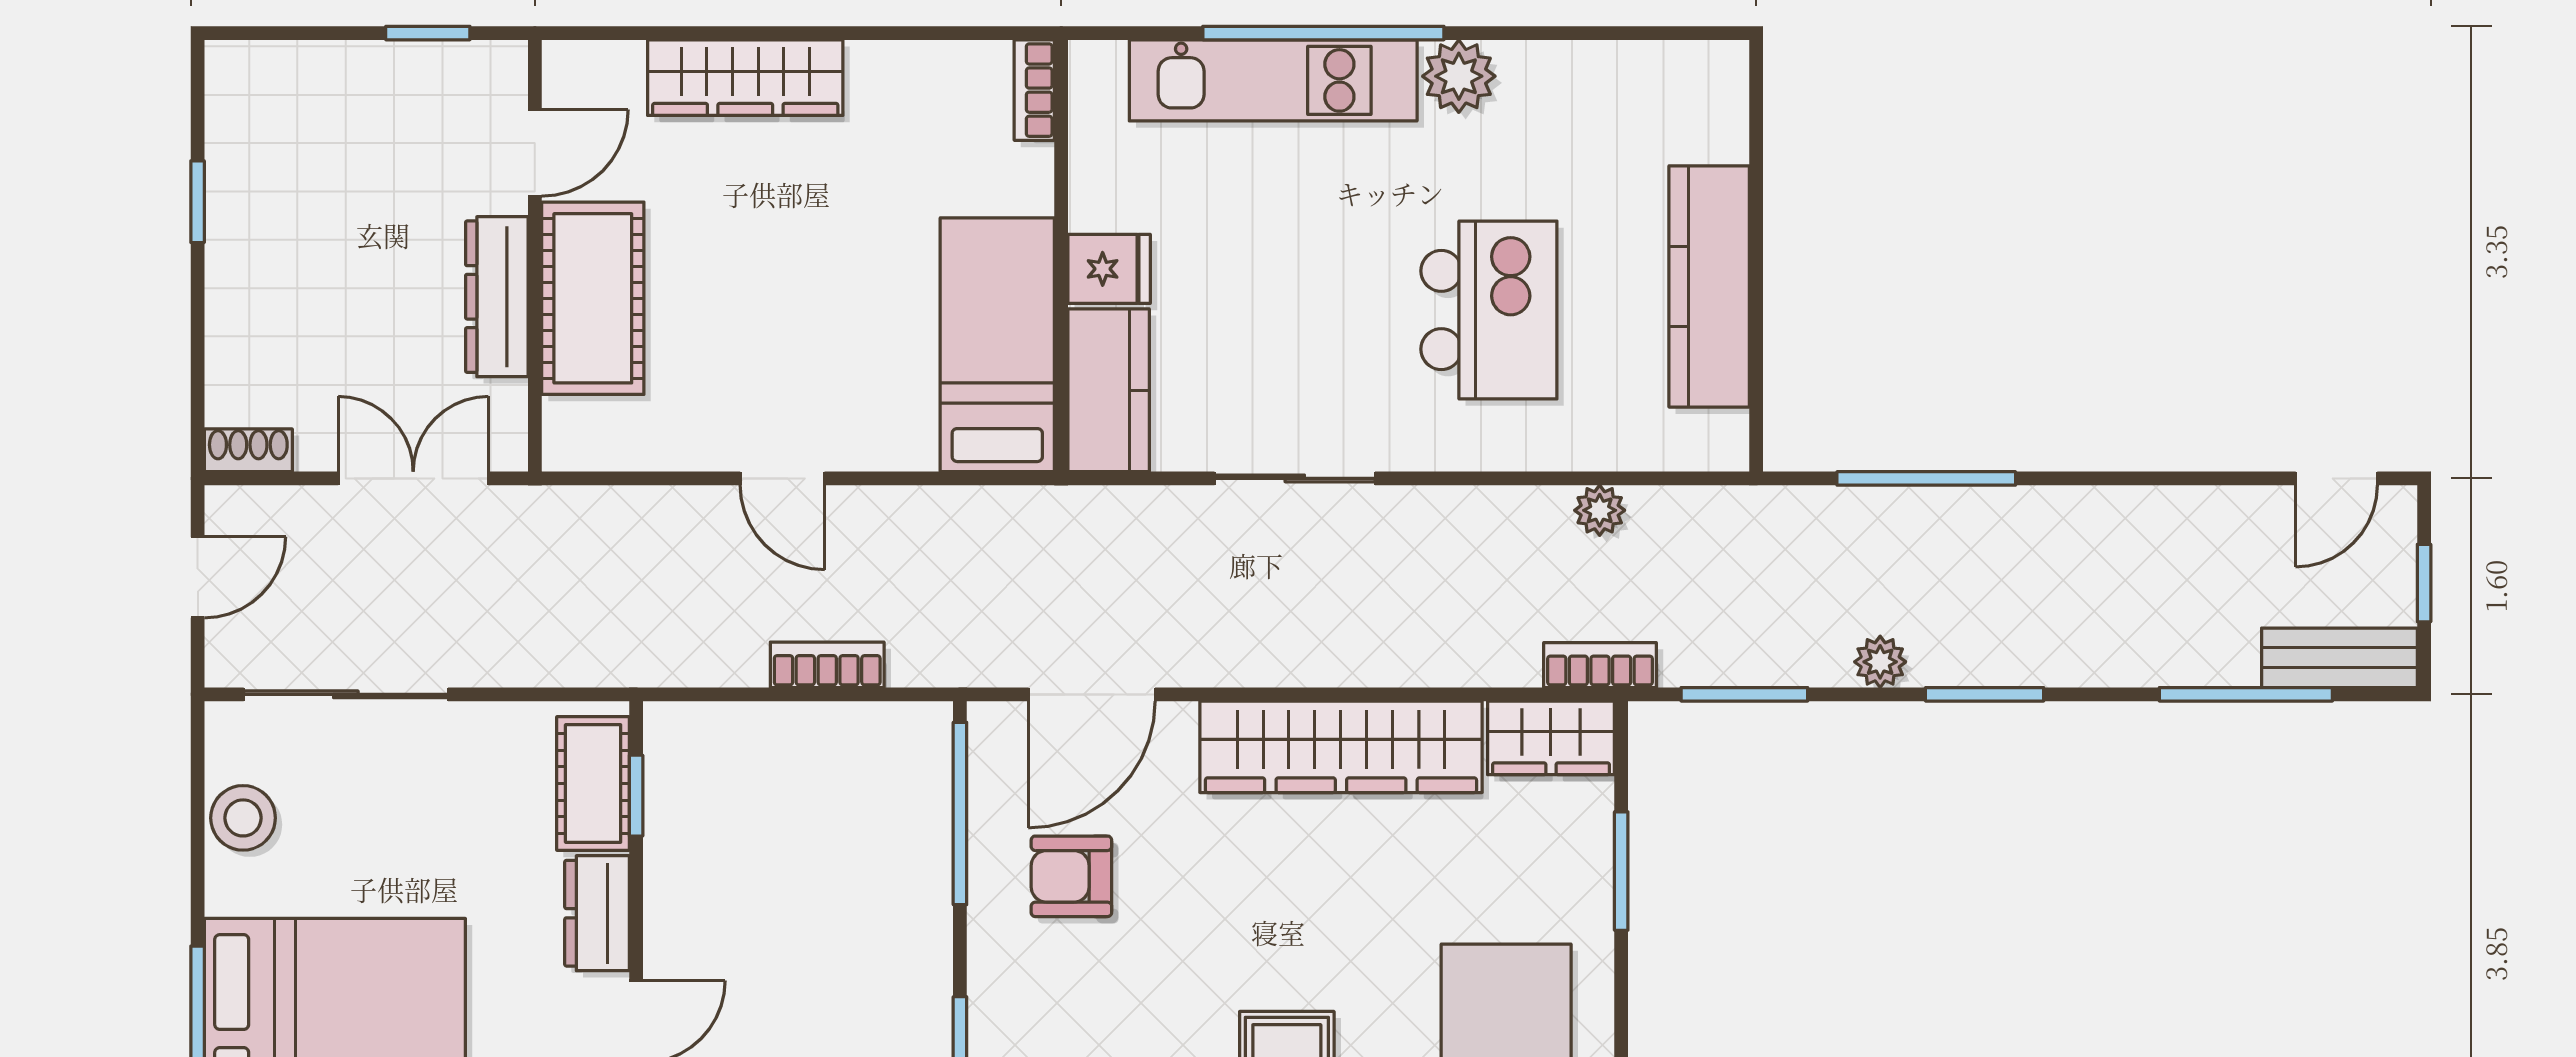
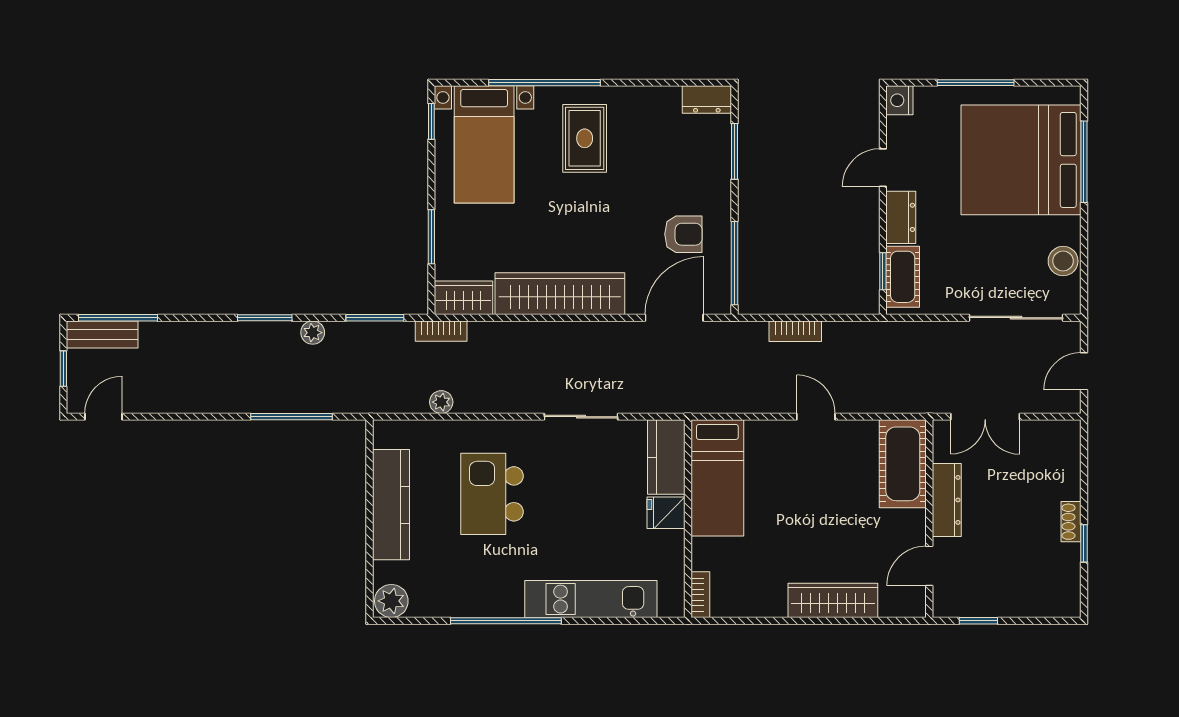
window: (1323, 33) -> (506, 621), moved
plant: (1459, 76) -> (391, 601), moved
cot: (593, 298) -> (903, 464), moved
shoe rack: (248, 450) -> (1071, 522), moved, turned 90
window: (2246, 694) -> (118, 318), moved

